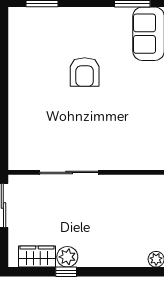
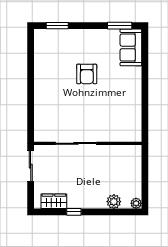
plant: (67, 257) -> (114, 202), moved

